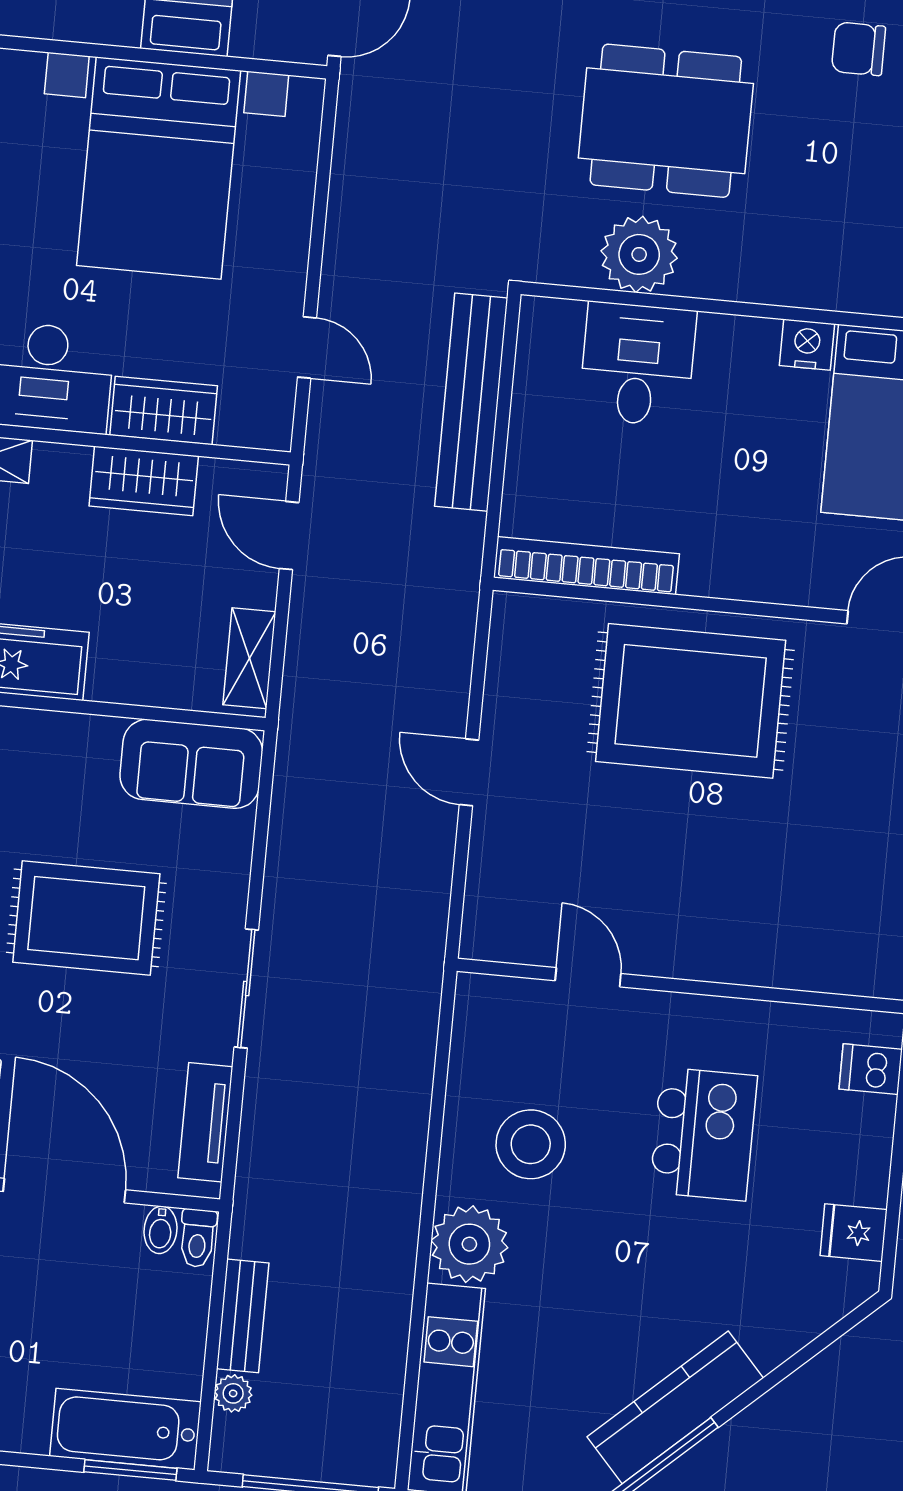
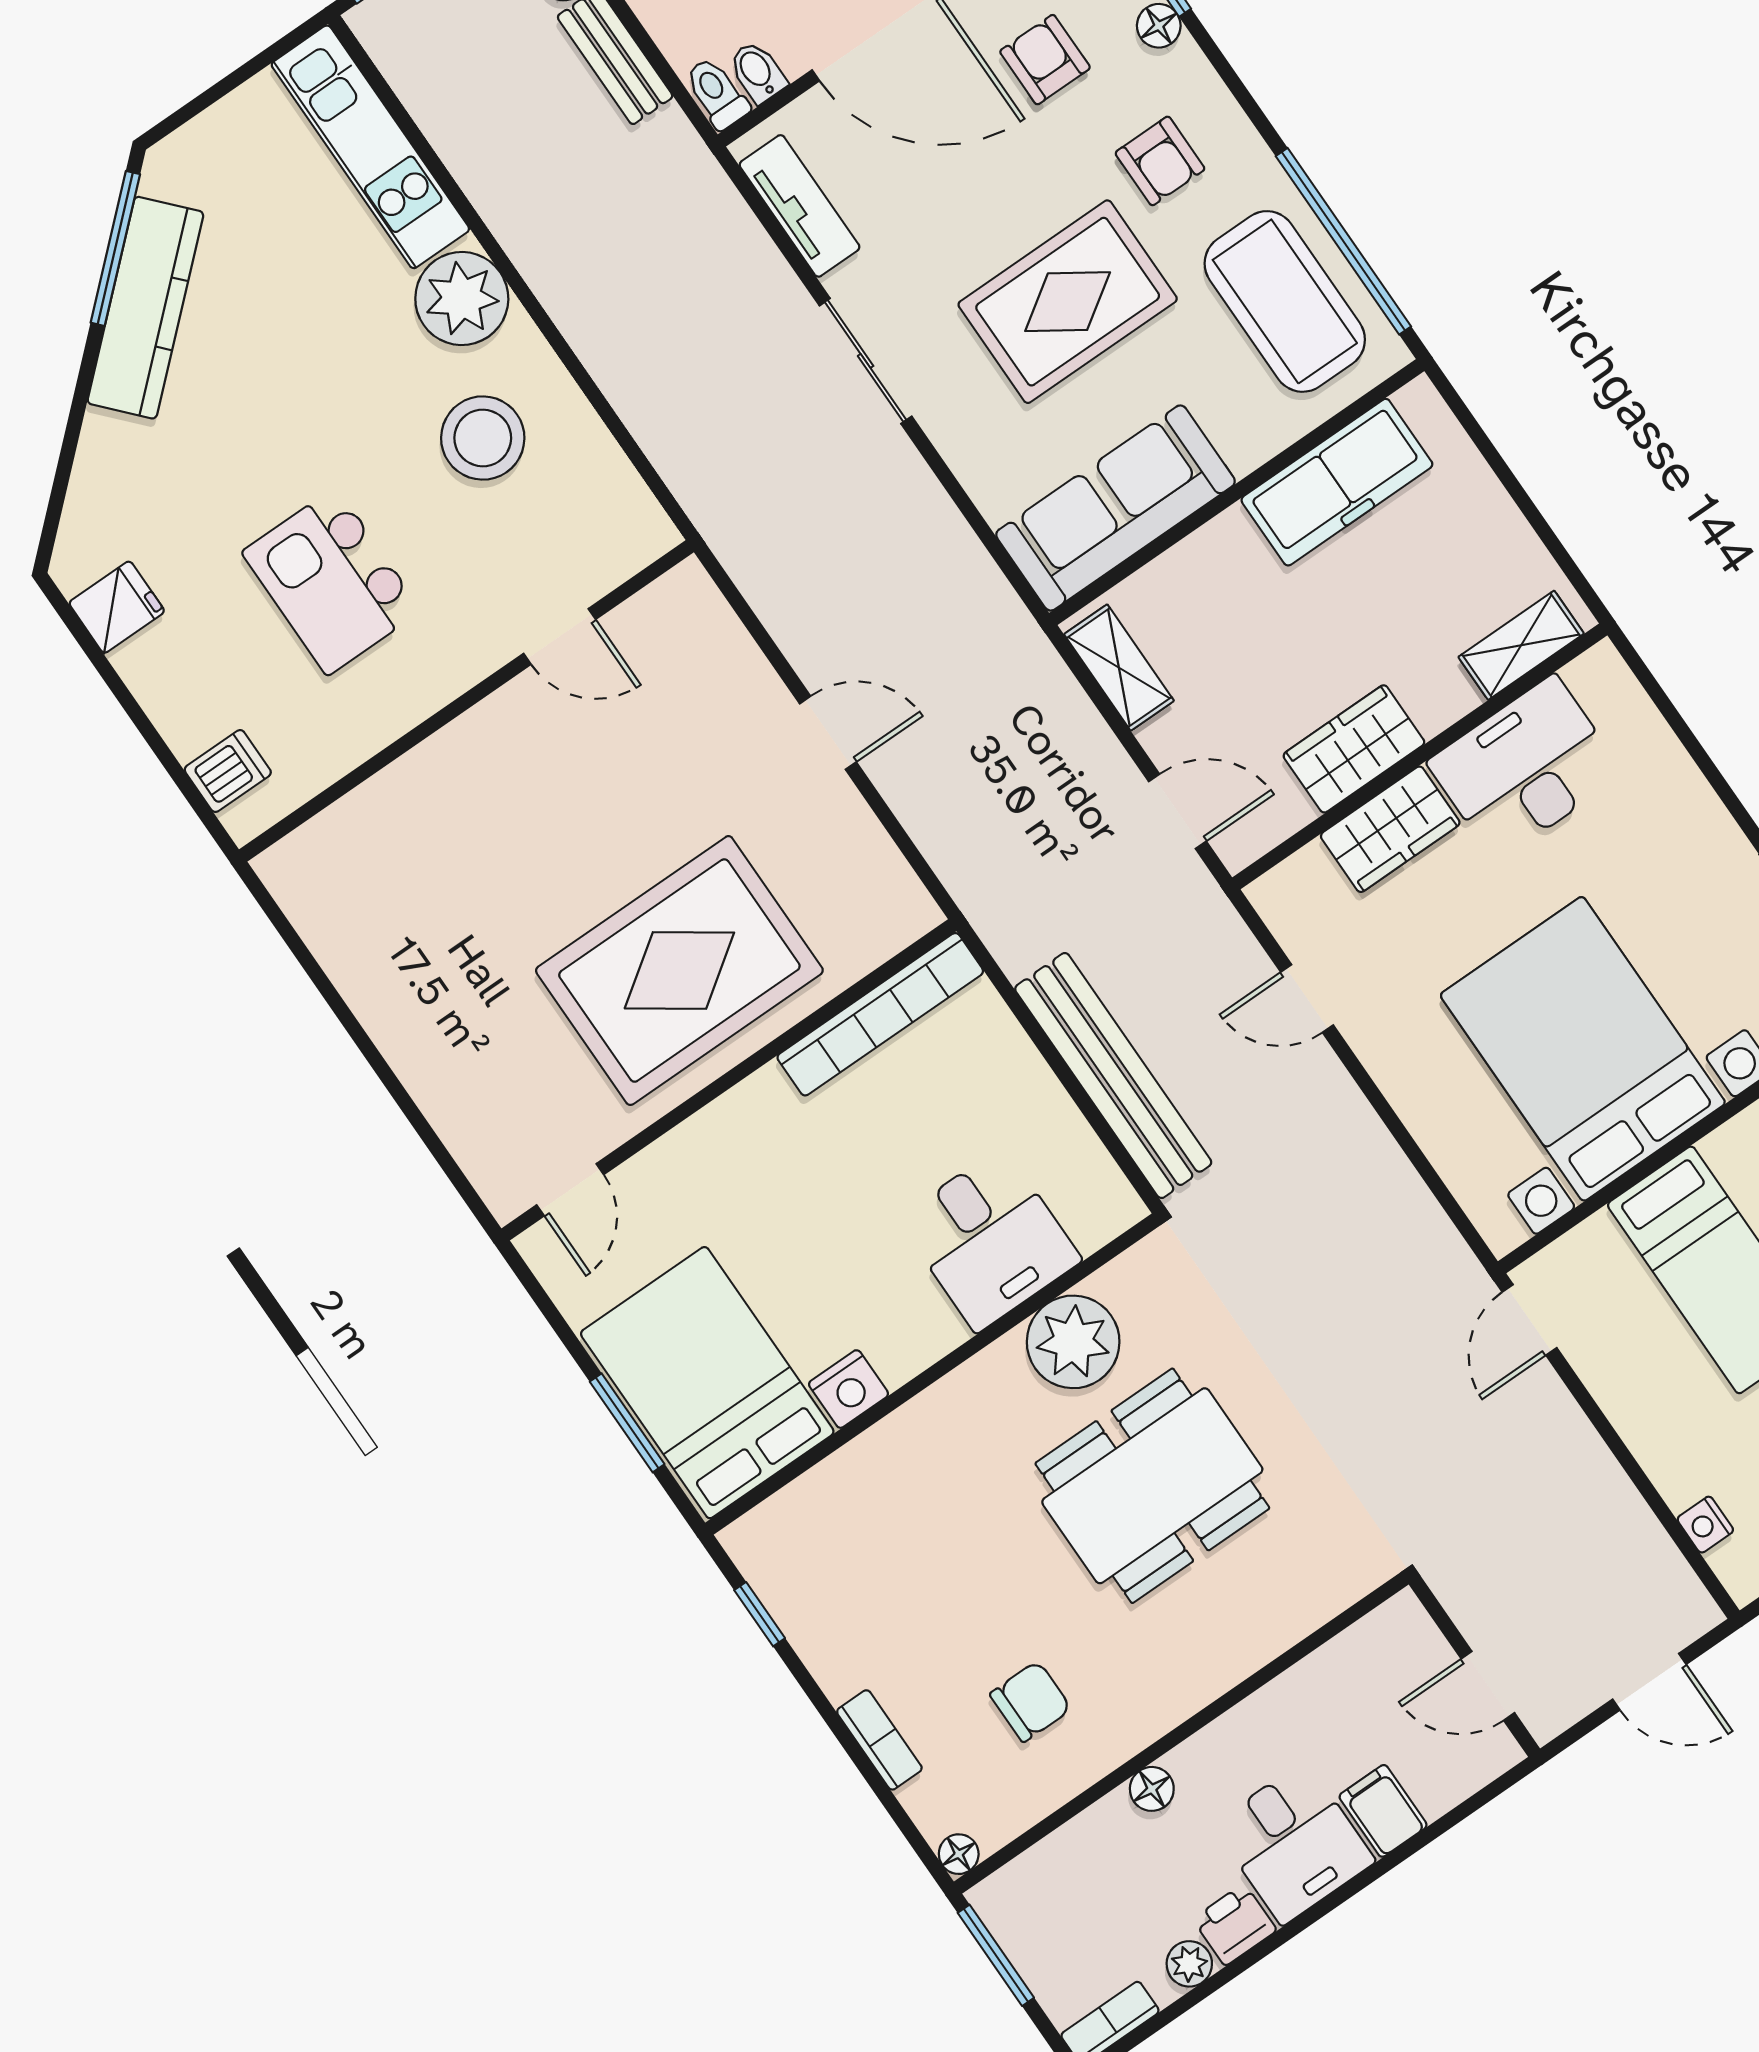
sofa: (191, 764) -> (1116, 508), width x1.36

